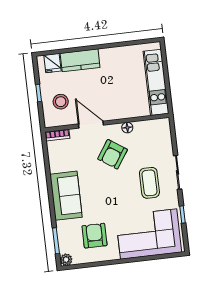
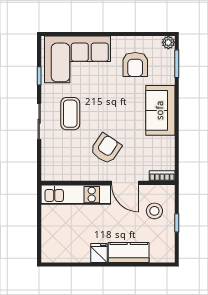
fridge: (52, 63) -> (99, 253), moved
kitchen unit: (156, 82) -> (76, 195), moved, turned 90
floor lamp: (127, 128) -> (87, 175), removed

